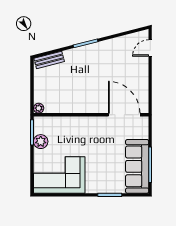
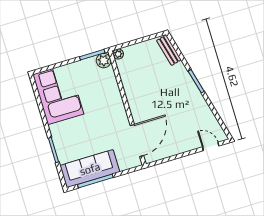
plant: (41, 142) -> (104, 61), moved

